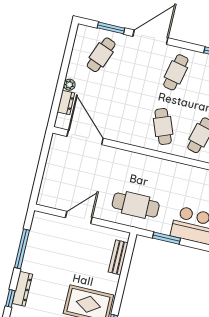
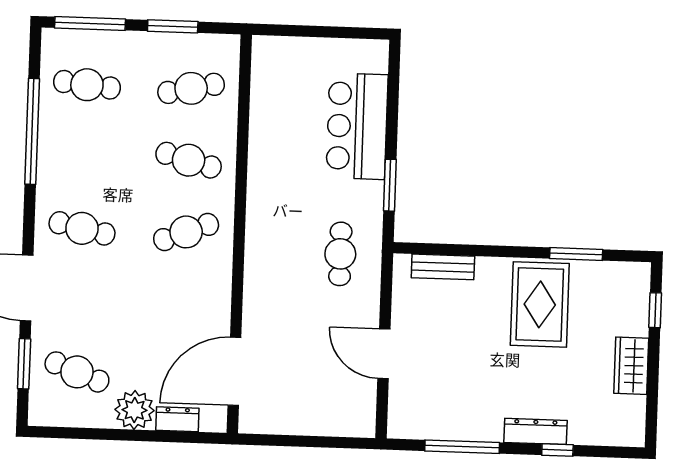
plant: (69, 85) -> (135, 410), width x1.87, depth x1.87
cafe table: (136, 205) -> (340, 254), width x0.73, depth x0.74

